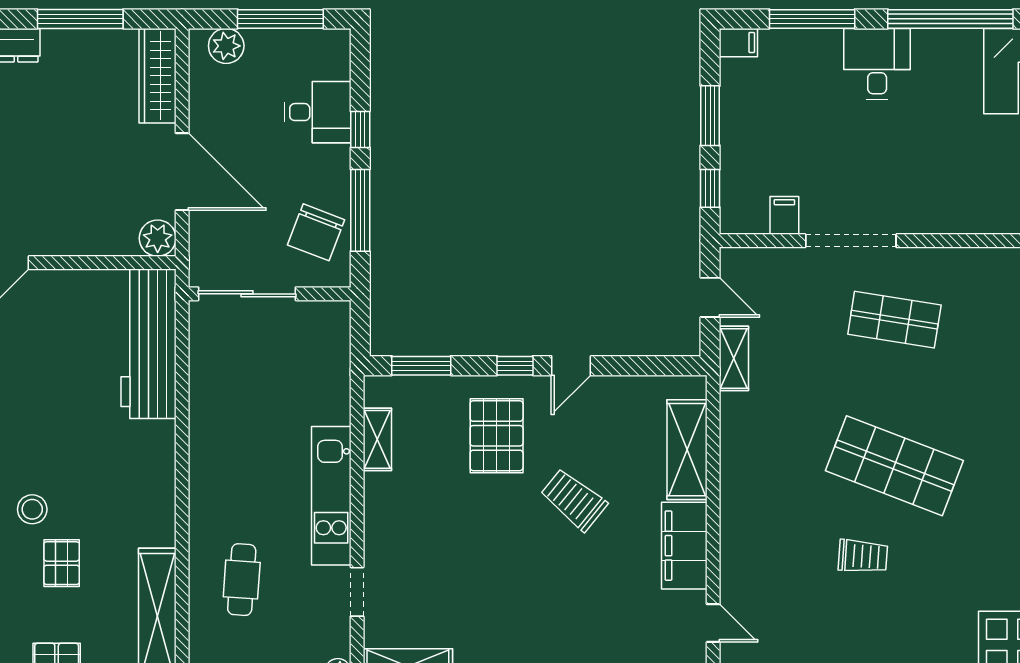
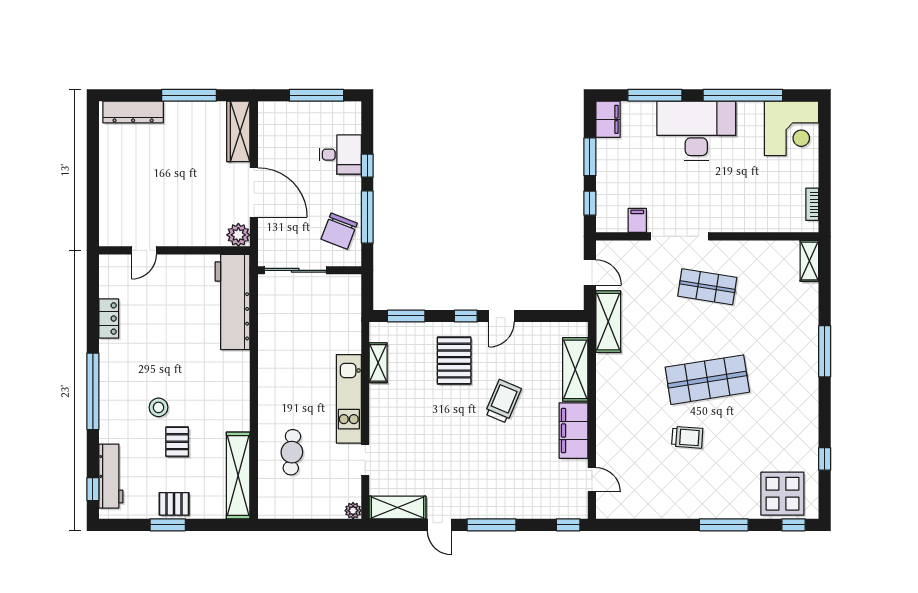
filing cabinet: (738, 43) -> (608, 119), width x2.00
plant: (226, 46) -> (282, 112), removed
desk: (877, 64) -> (696, 131), width x1.87, depth x1.30
shelving: (734, 358) -> (608, 322), width x1.50, depth x1.33
shop shelf: (894, 466) -> (707, 380), turned -30
trolley: (574, 500) -> (503, 401), turned 74

